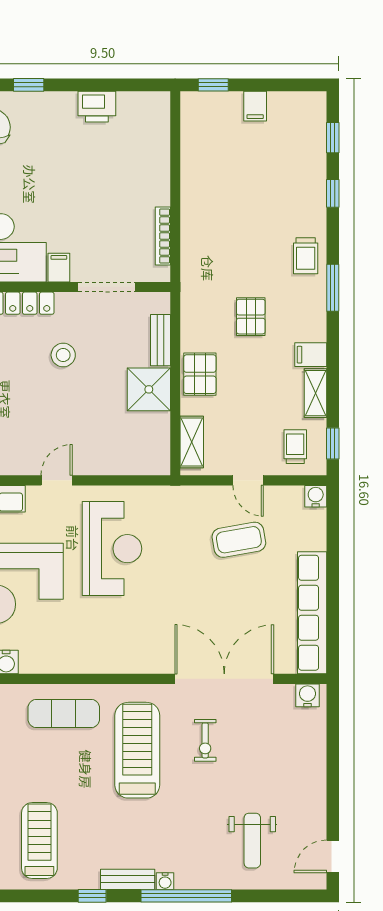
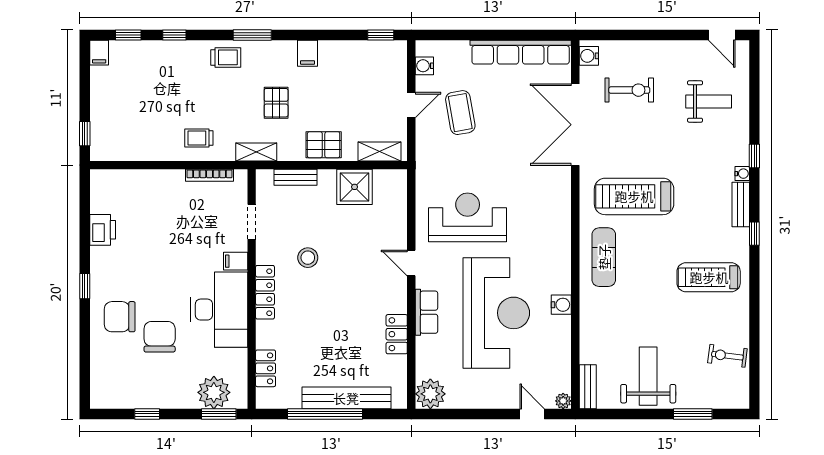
filing cabinet: (255, 106) -> (99, 53), moved, turned 90
doorway: (107, 287) -> (252, 222), width x0.73
pallet: (251, 317) -> (276, 103), turned 90
shower: (149, 389) -> (355, 187), moved
shelving: (315, 393) -> (256, 152), moved
trolley: (295, 447) -> (199, 138), moved
water cooler: (316, 496) -> (424, 66), moved
exercise bike: (205, 740) -> (629, 90), moved, width x1.38, depth x1.39
window: (186, 896) -> (754, 156), width x0.32

